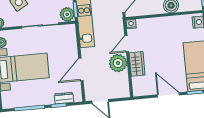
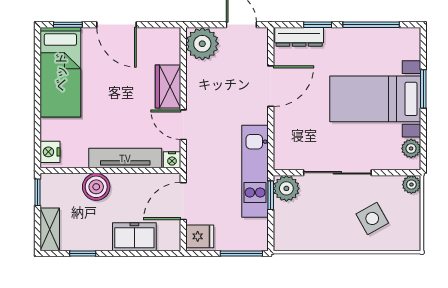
tv unit: (157, 23) -> (125, 158), added
door: (127, 44) -> (183, 125), swing flipped
plant: (118, 63) -> (202, 44), moved
dresser: (64, 98) -> (299, 37), width x1.44

